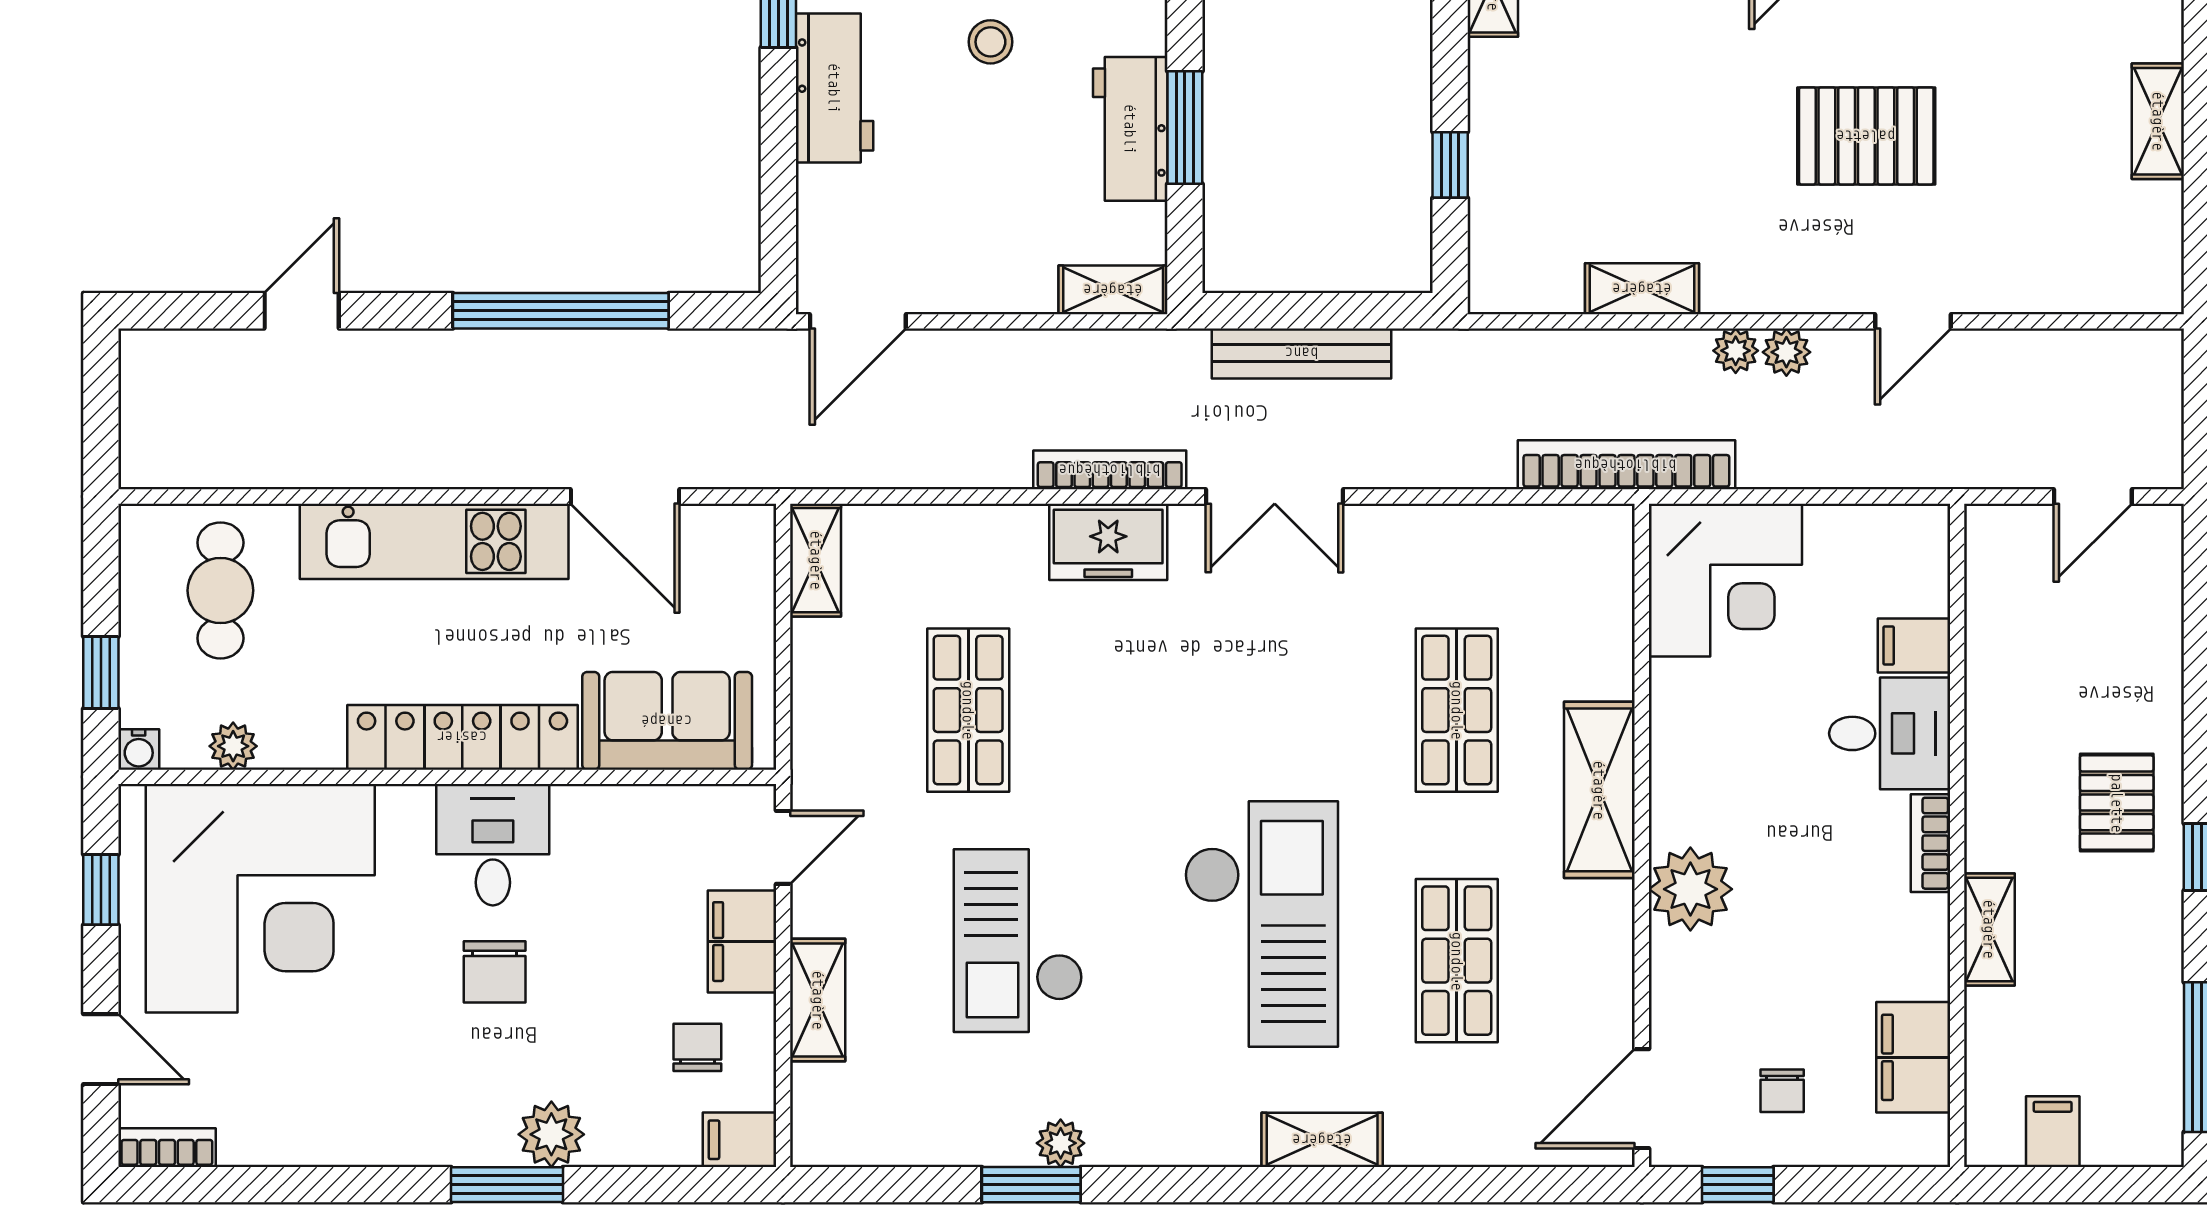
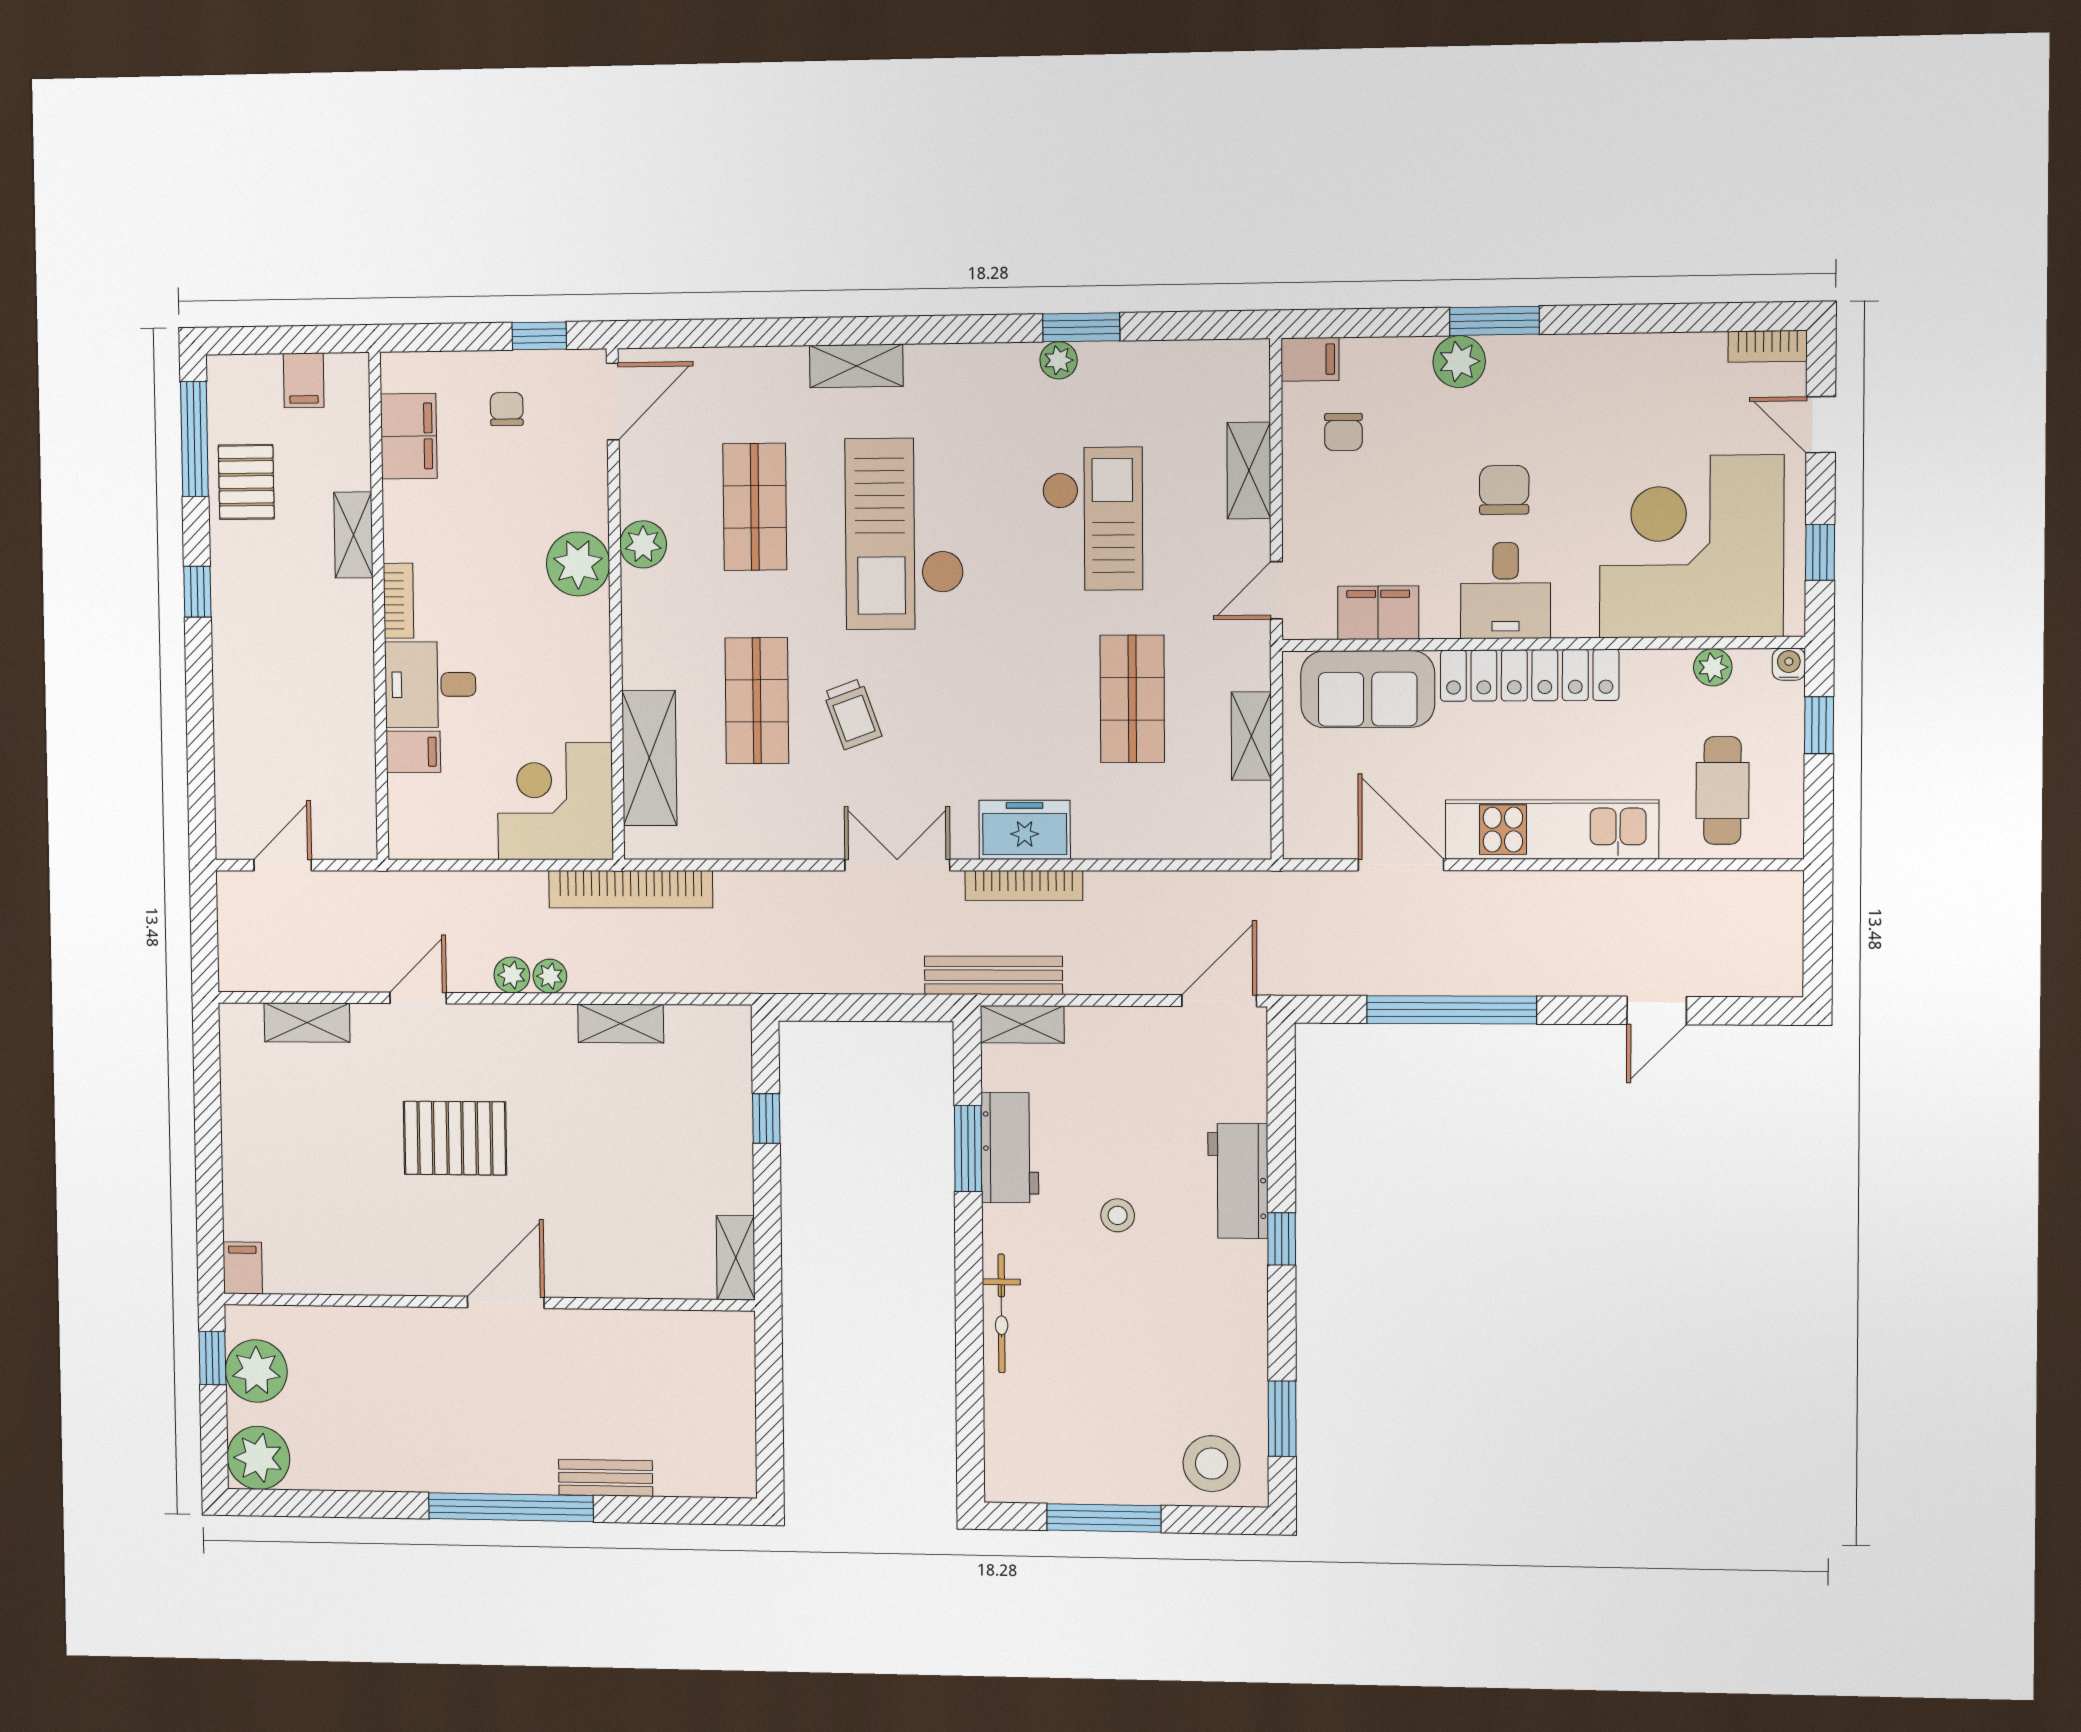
shelving: (2158, 121) -> (307, 1022), moved, turned 90
bench: (1302, 353) -> (993, 975), moved
shelving: (816, 560) -> (1251, 736), moved
trolley: (1331, 692) -> (853, 714), added
shelving: (1599, 790) -> (649, 758), moved
pallet: (2117, 803) -> (246, 482), moved
plant: (1604, 914) -> (643, 544), added
filing cabinet: (742, 942) -> (1378, 613), moved, turned -90

